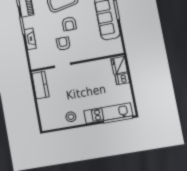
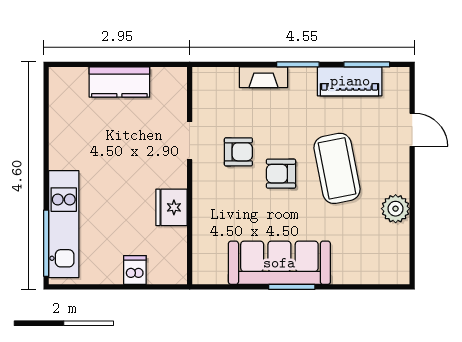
fridge: (119, 65) -> (171, 207), moved, turned -90
kitchen counter: (40, 85) -> (119, 82), moved
stool: (71, 117) -> (70, 139), removed

